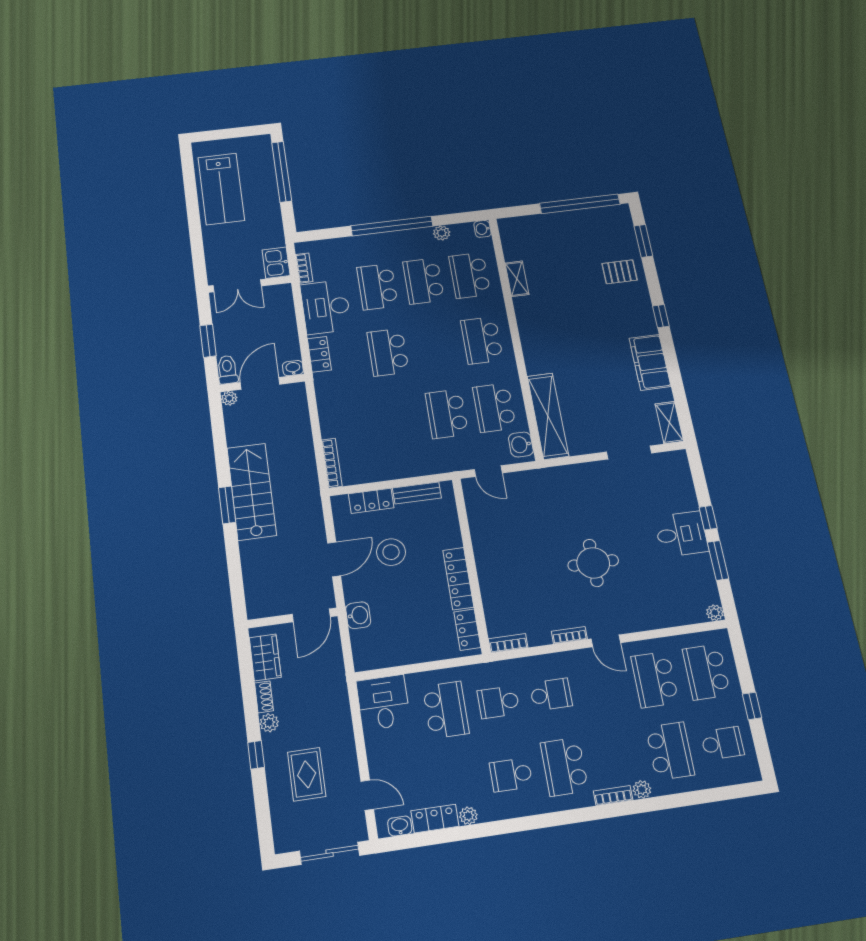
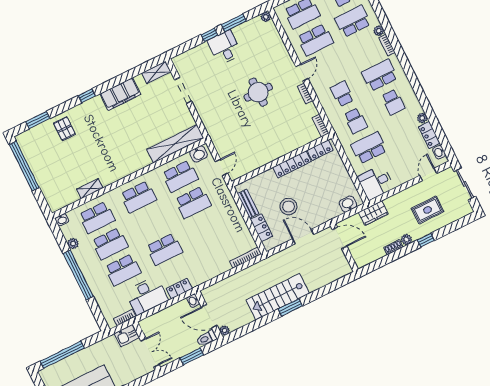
washbasin: (358, 615) -> (348, 204), moved
wardrobe: (265, 657) -> (373, 213), moved, turned 180
school desk: (564, 767) -> (380, 75), turned 180

